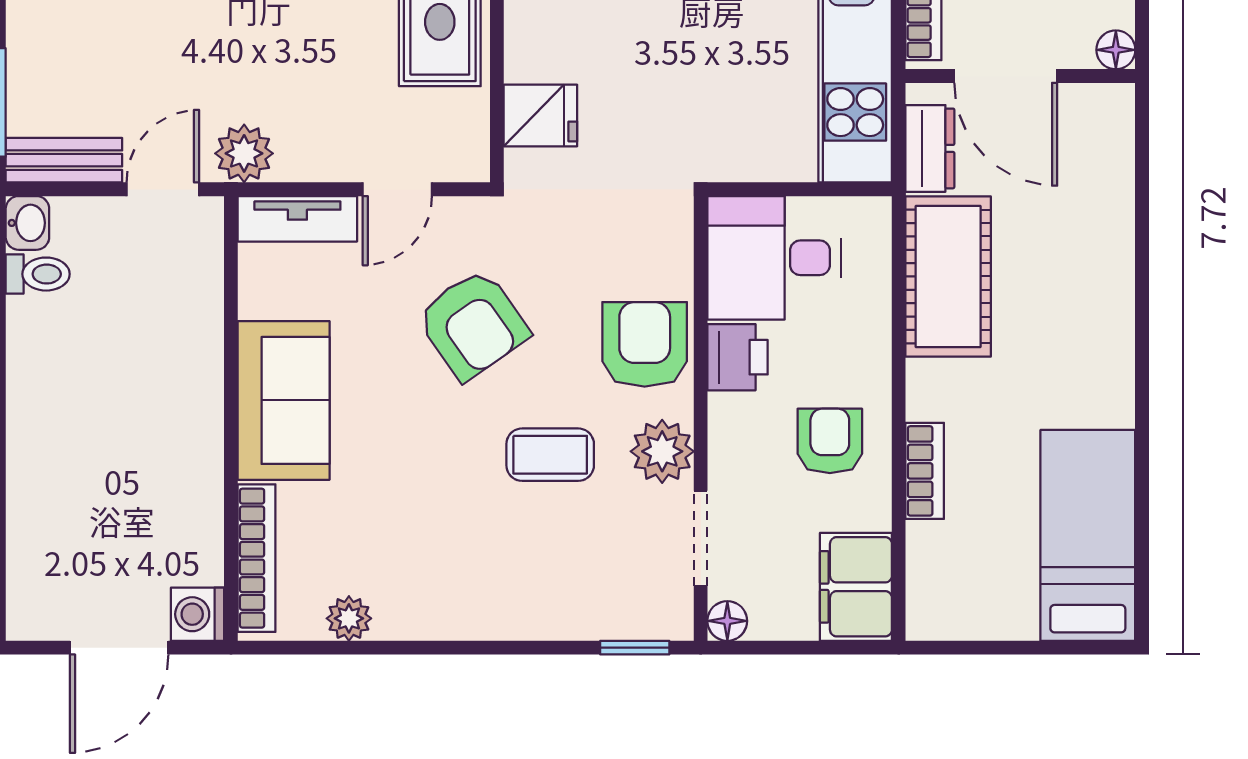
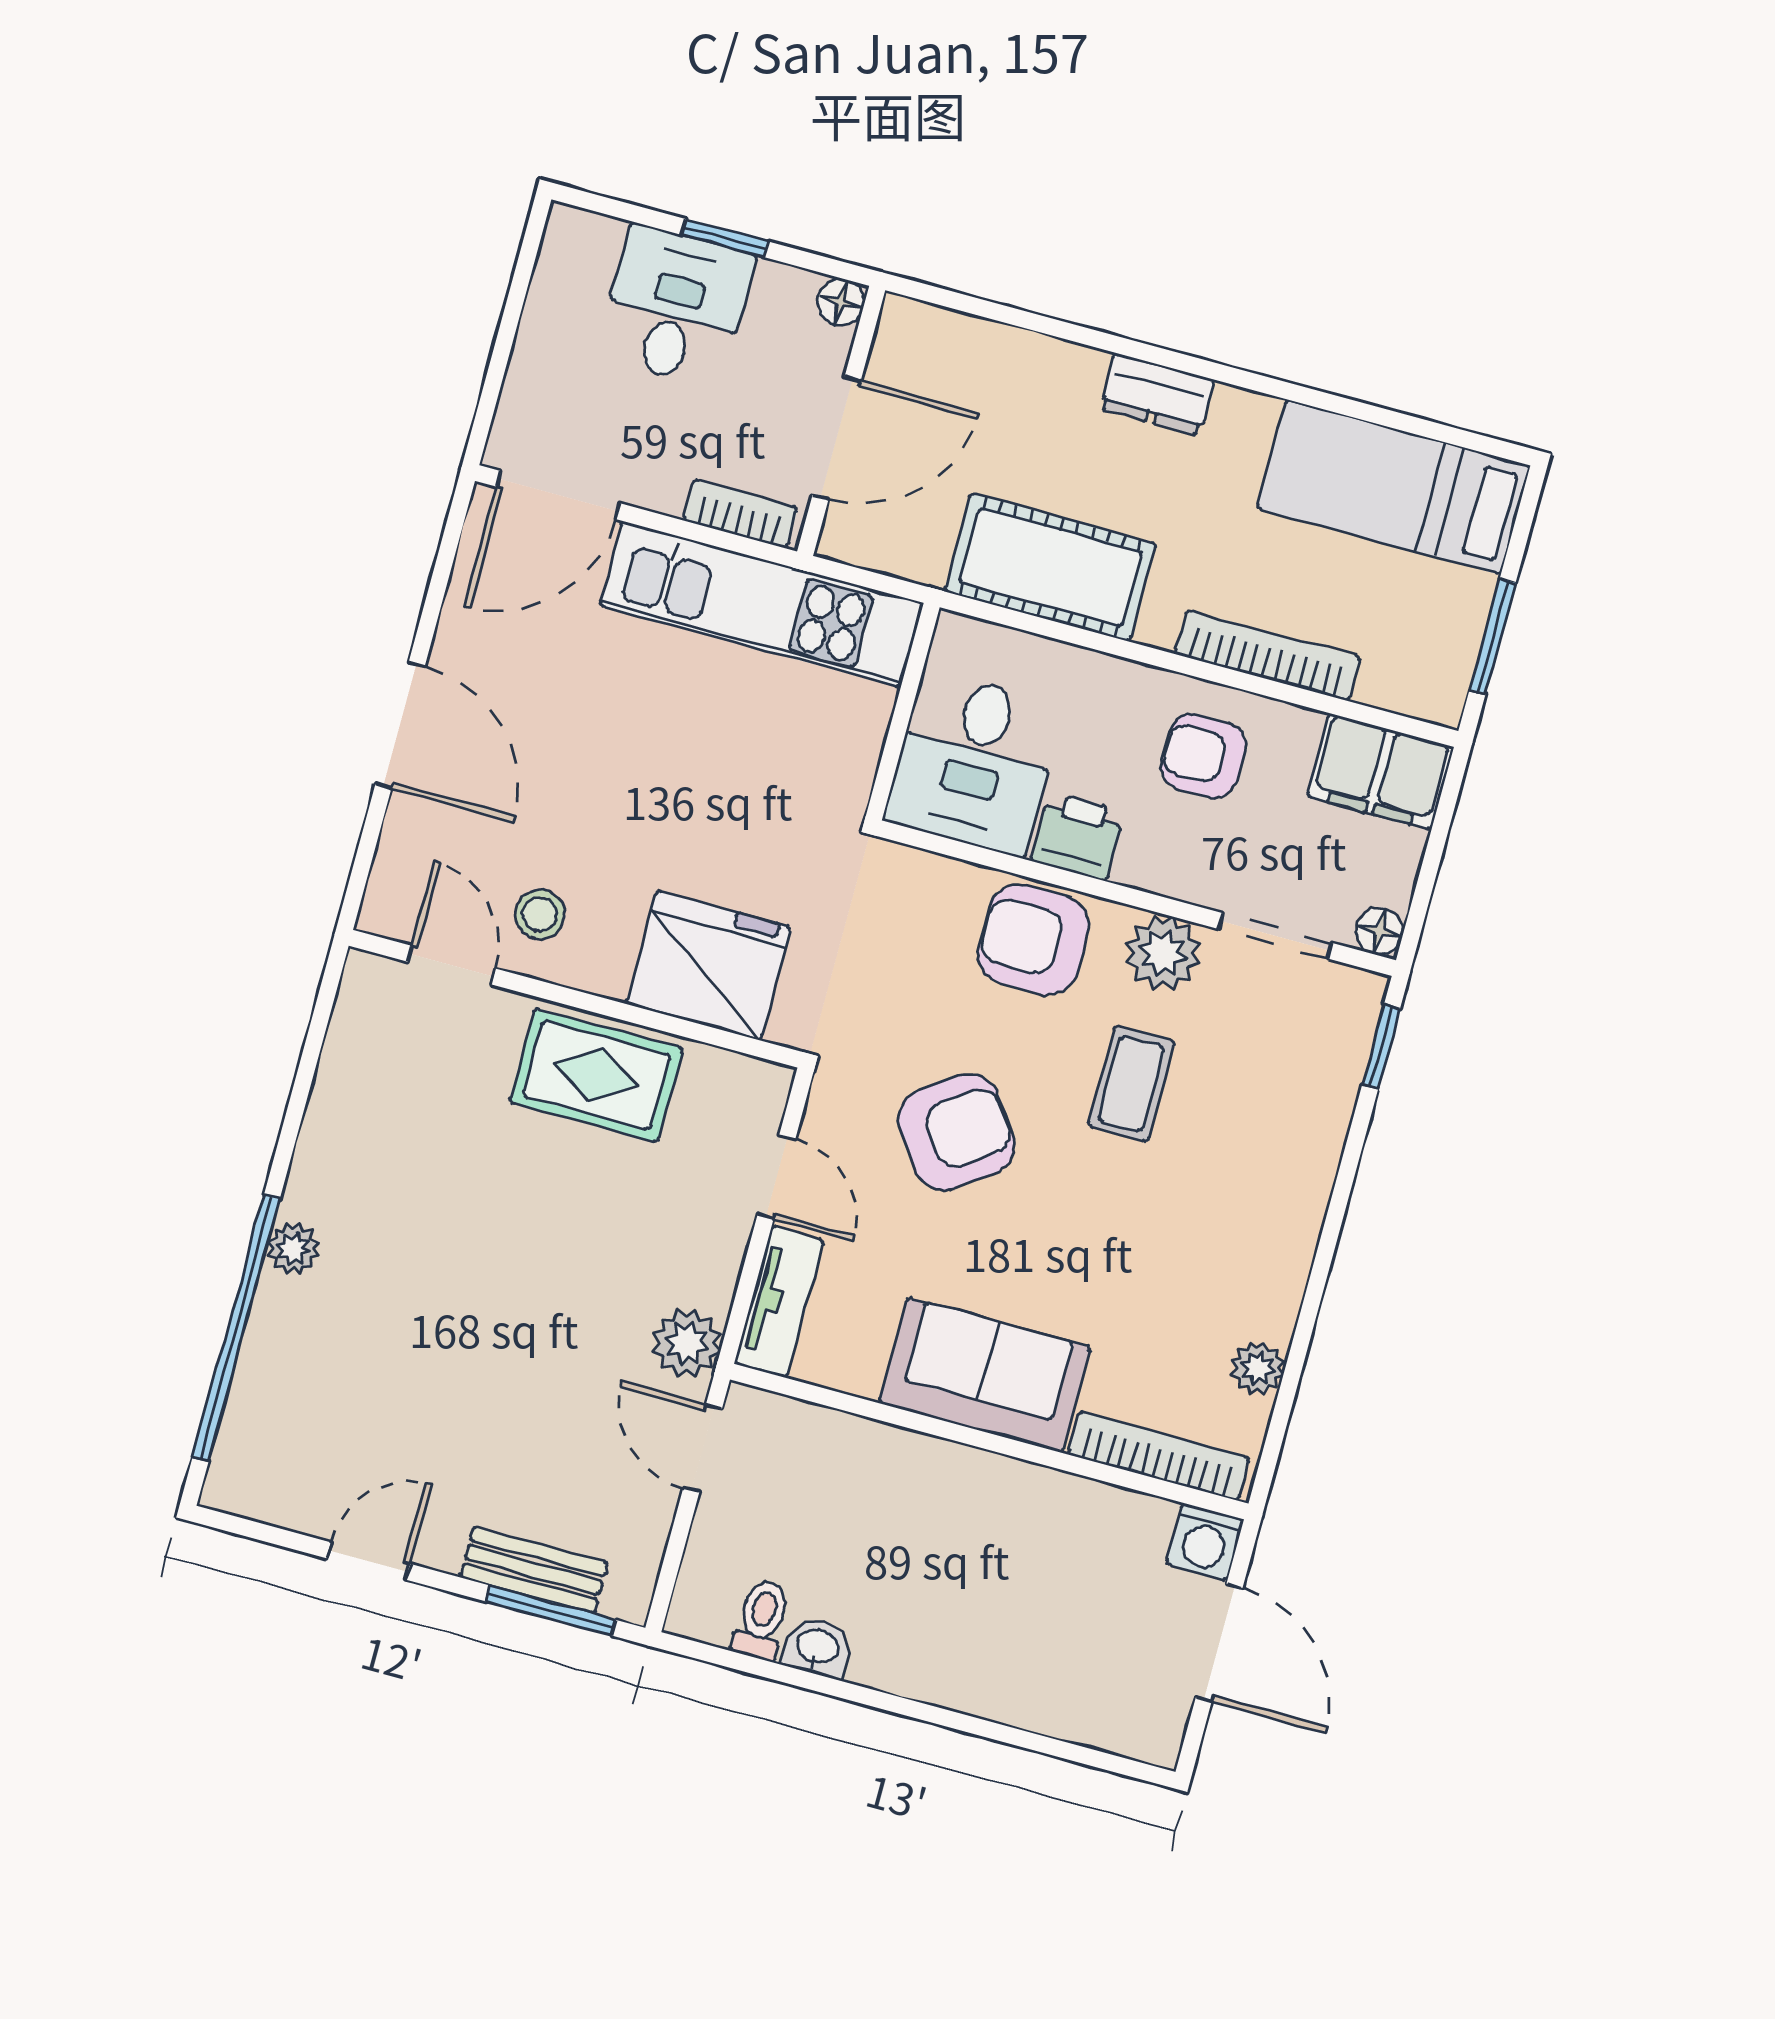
fridge: (540, 115) -> (708, 965), width x1.88, depth x1.34
dresser: (930, 148) -> (1157, 394), moved, turned 180
bench: (64, 160) -> (534, 1570), moved, turned 90
washbasin: (27, 223) -> (817, 1648), moved
bookcase: (925, 471) -> (1268, 656), width x1.56
window: (989, 648) -> (1493, 636), added

